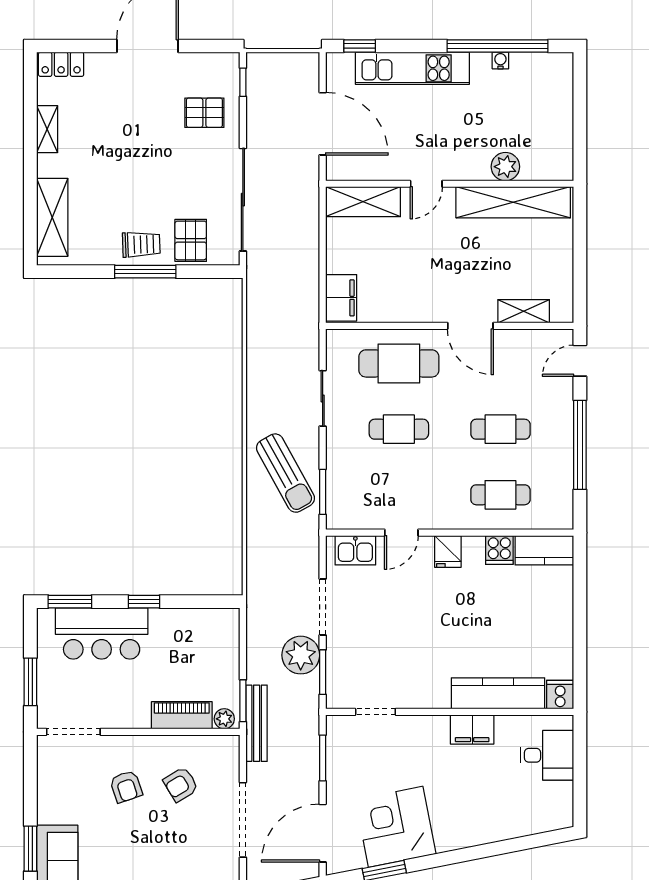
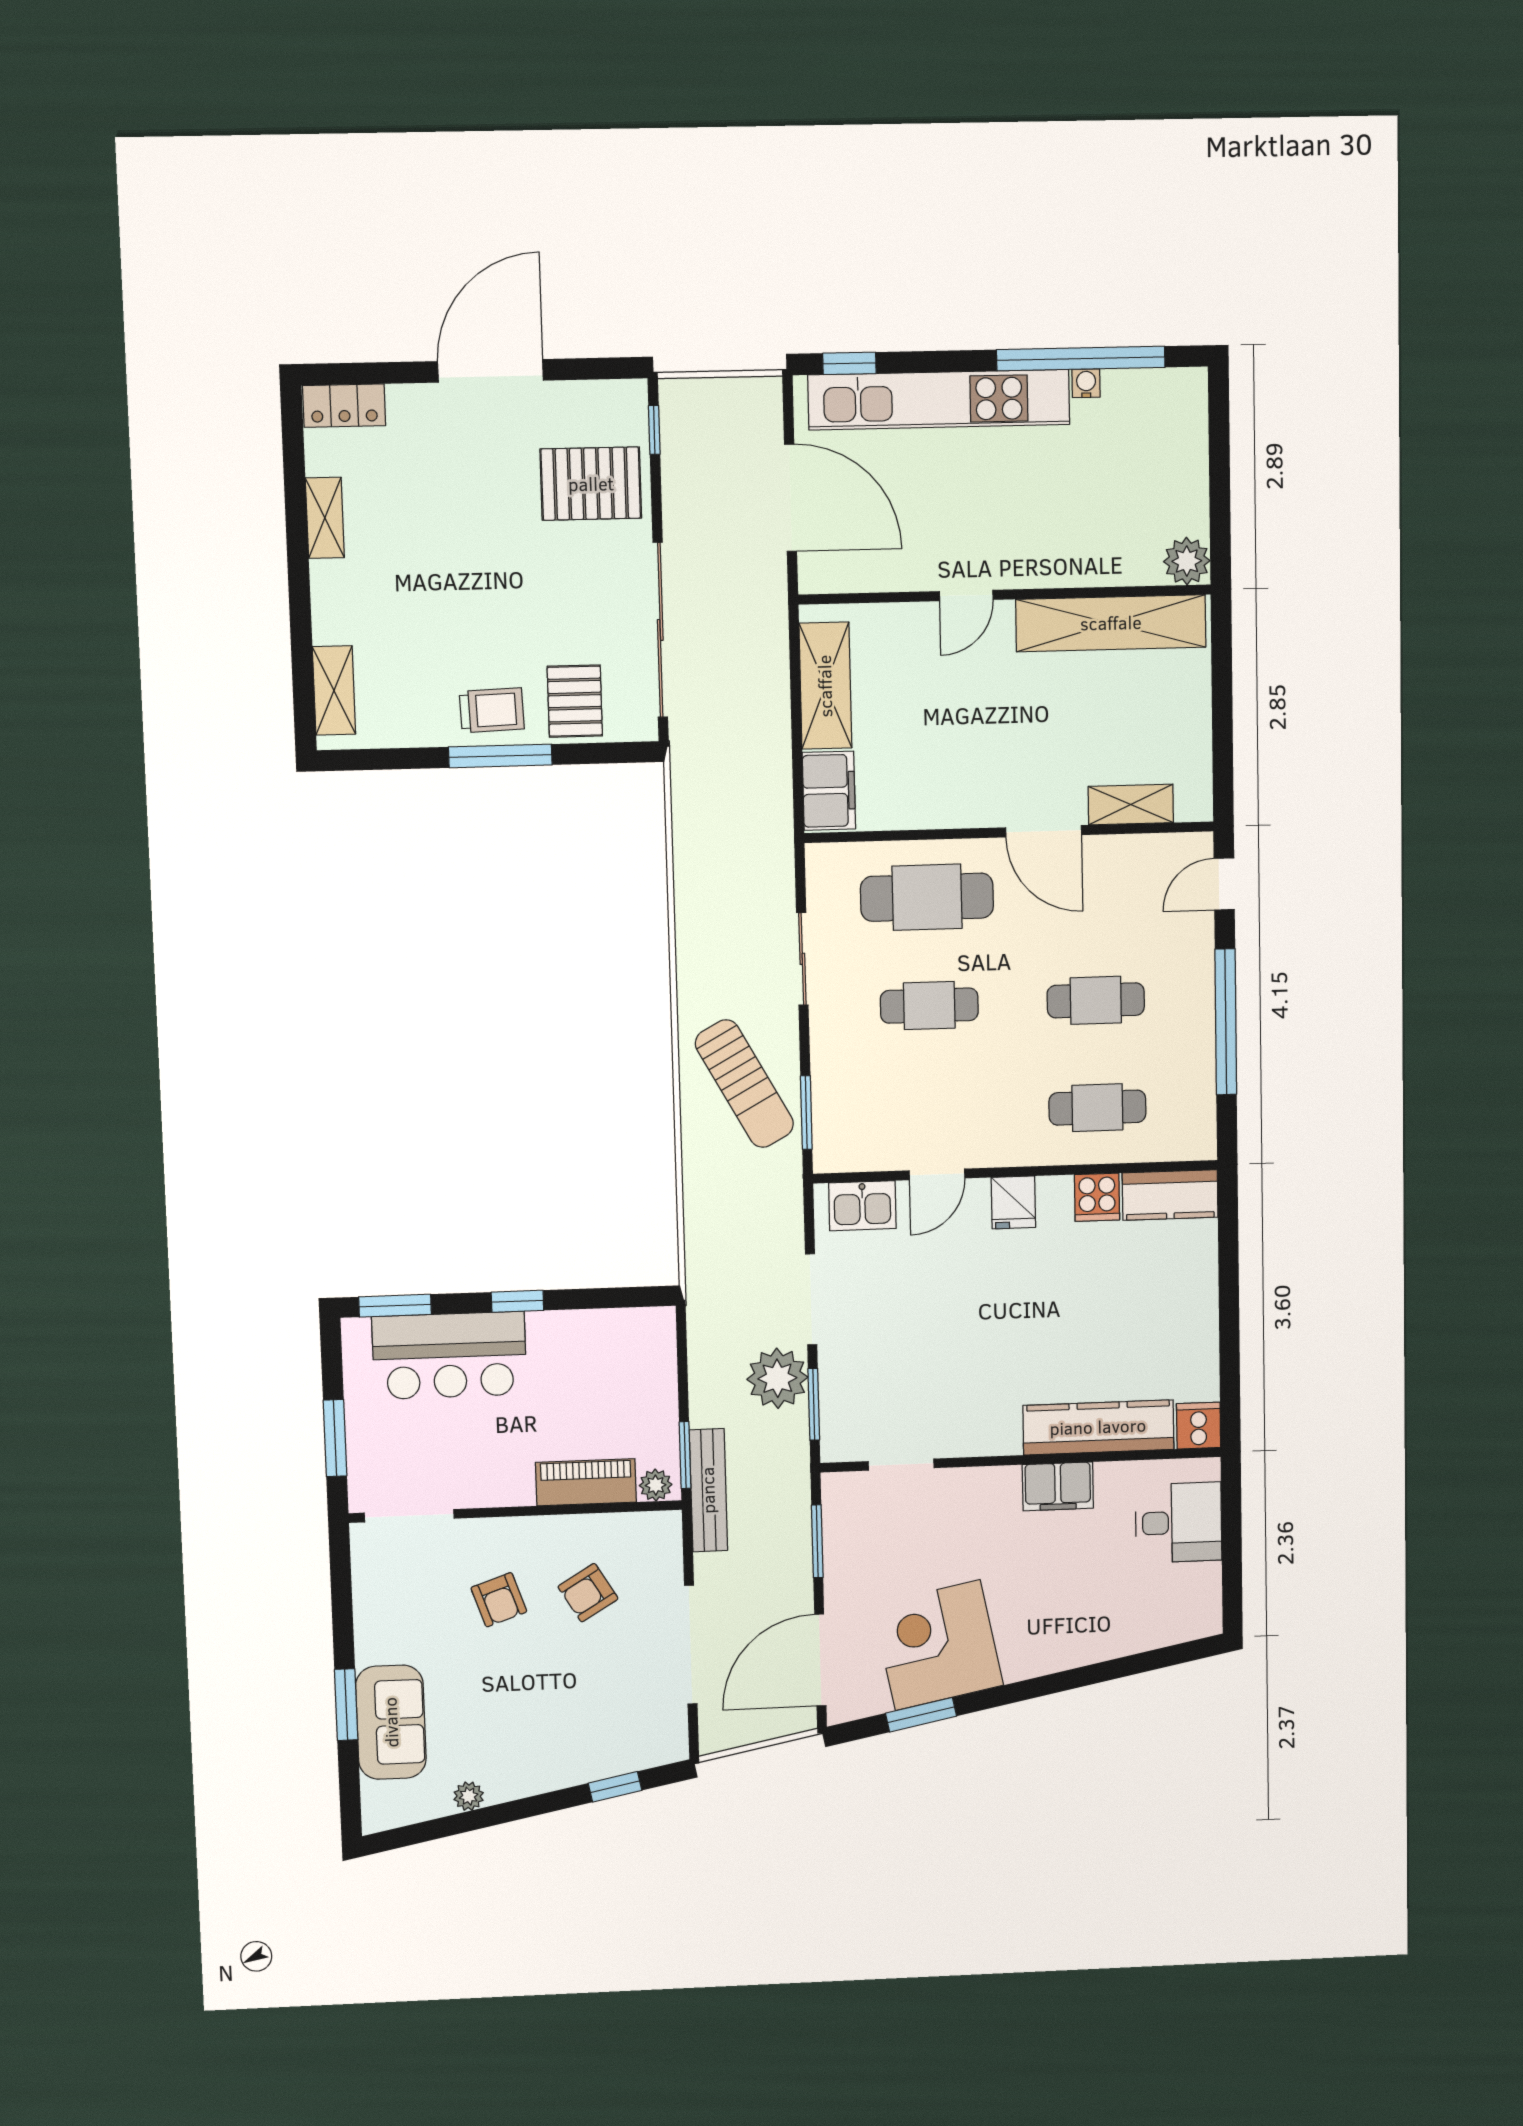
kitchen unit: (412, 68) -> (939, 400), width x1.36
pallet: (204, 113) -> (591, 484), width x1.50, depth x1.42
plant: (505, 167) -> (1187, 561), moved
shelving: (363, 202) -> (825, 686), moved, turned 90
shelving: (52, 217) -> (334, 690), width x0.67, depth x0.75

